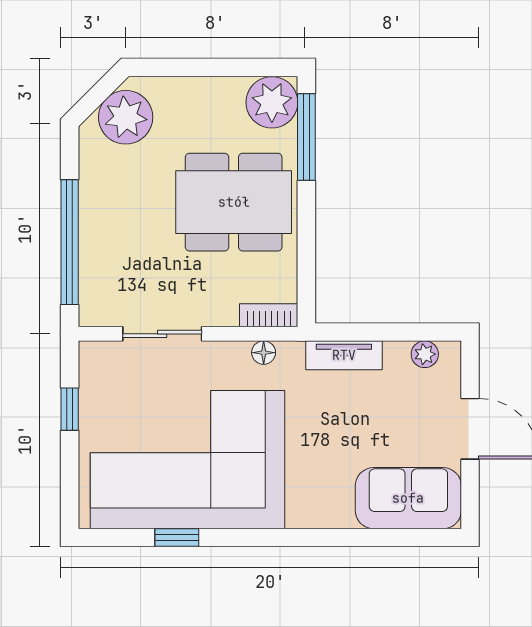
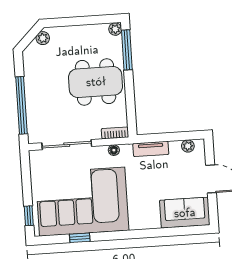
plant: (272, 102) -> (115, 29), width x0.53, depth x0.53
plant: (126, 117) -> (43, 38), width x0.53, depth x0.53
sliding door: (162, 334) -> (67, 145), width x1.37
window: (70, 409) -> (29, 216), moved

